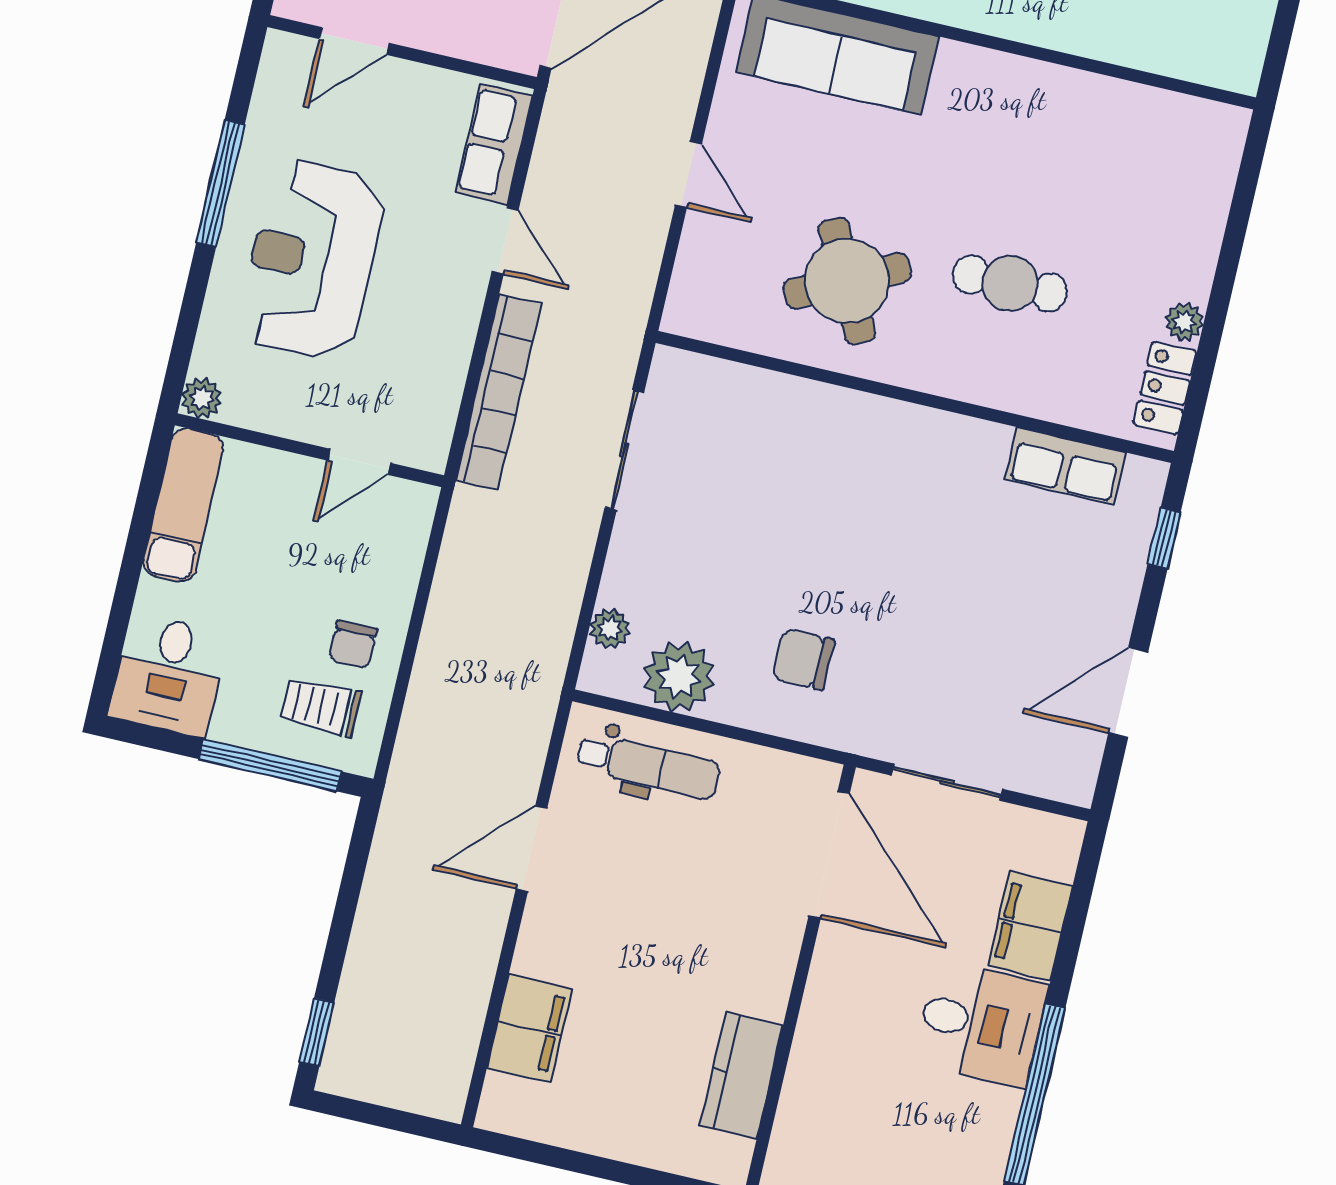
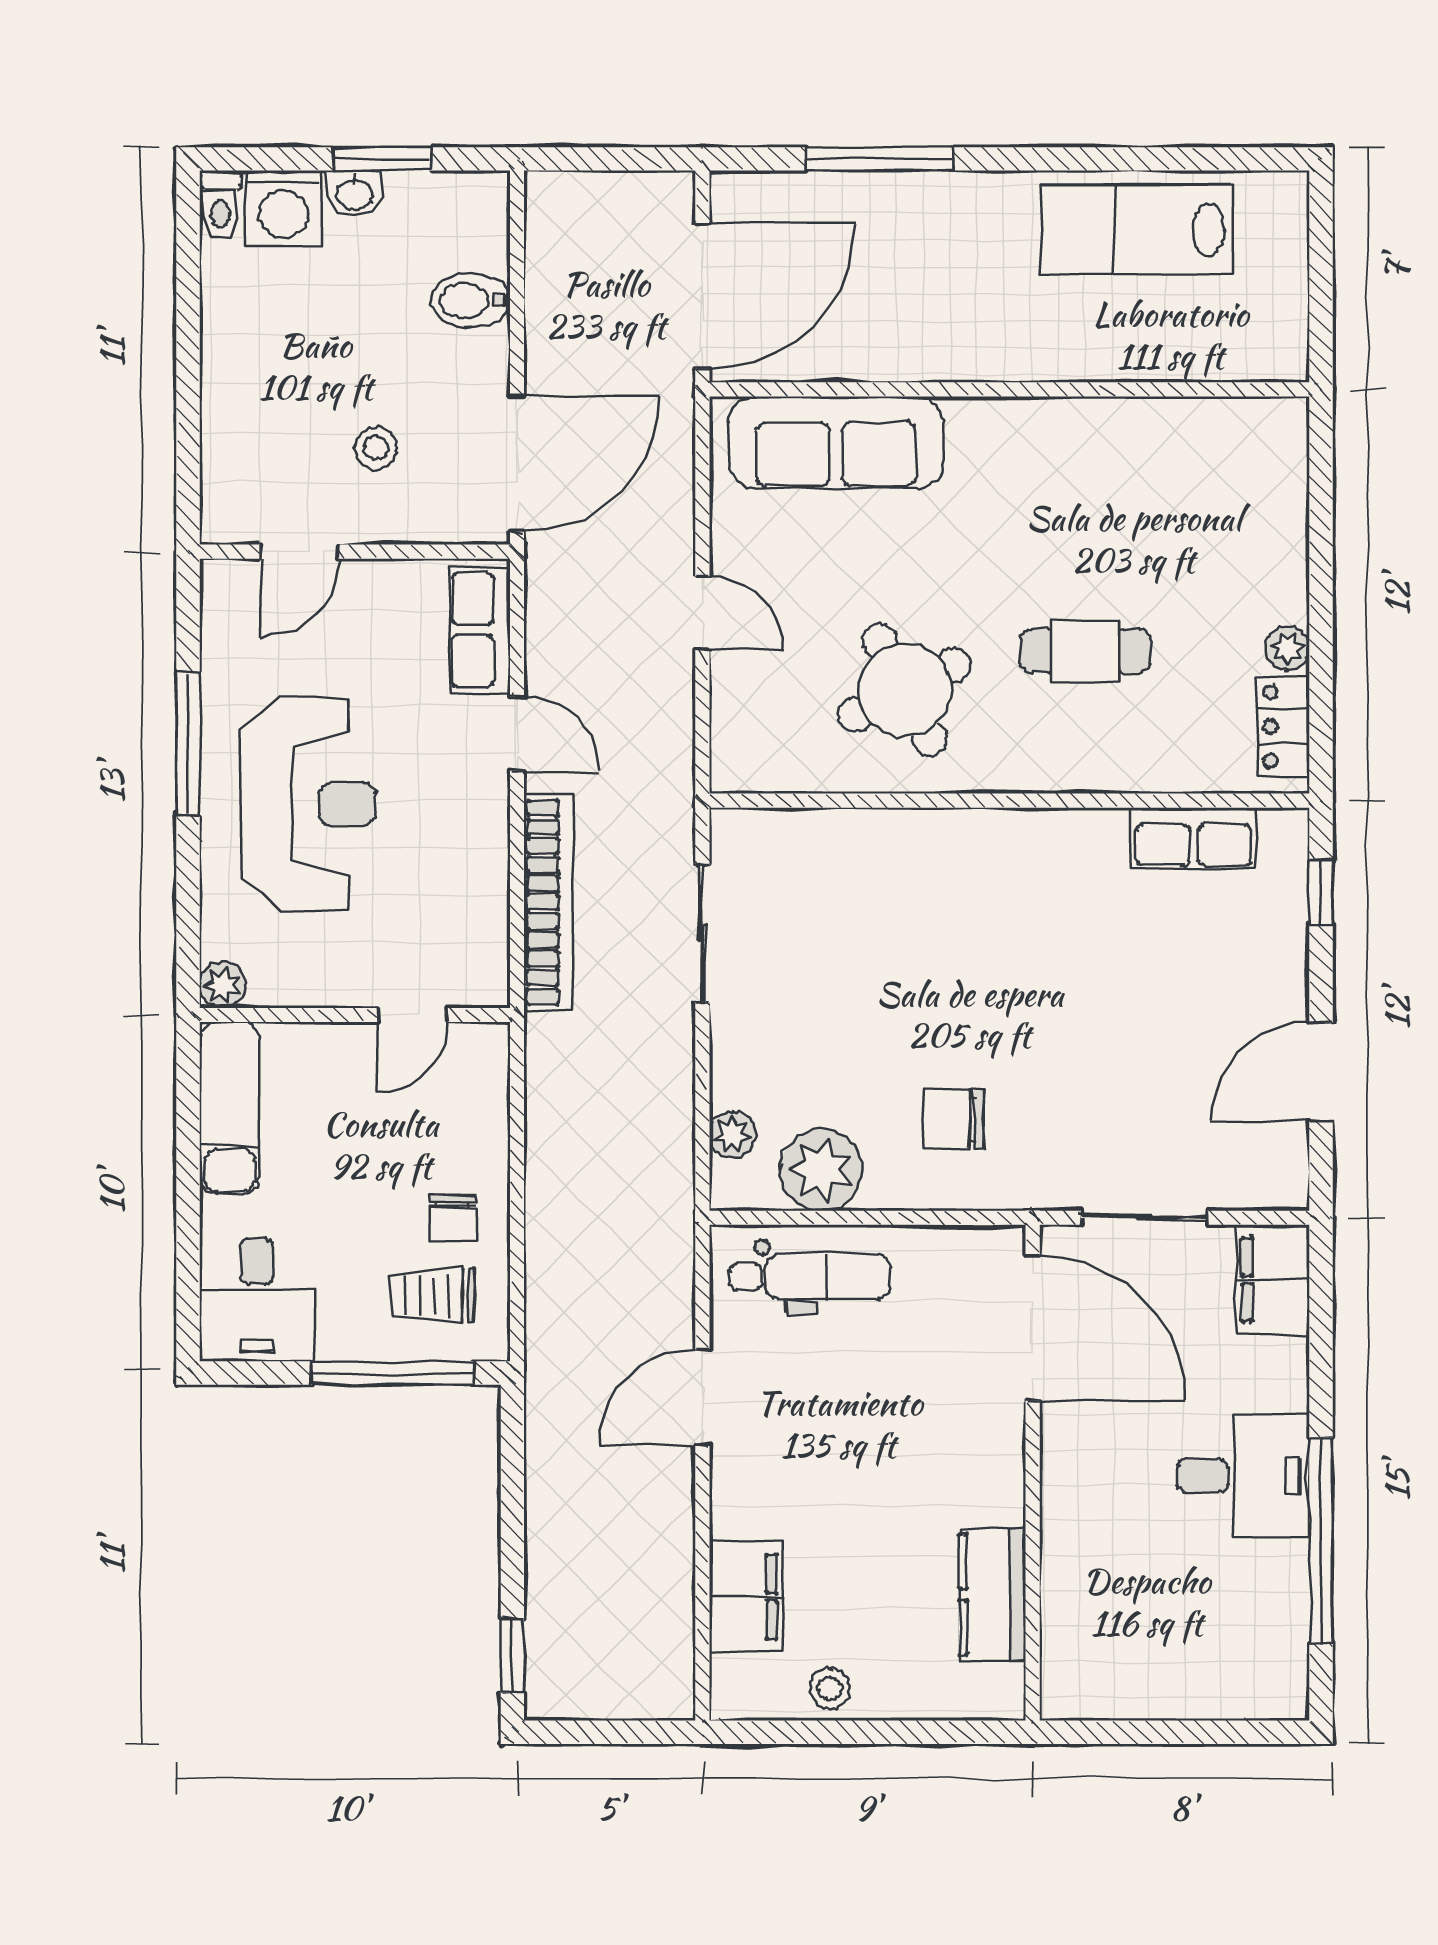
reception desk: (312, 260) -> (308, 804), turned 180
filing cabinet: (1030, 926) -> (1273, 1280), moved
stool: (583, 1124) -> (830, 1688), added

